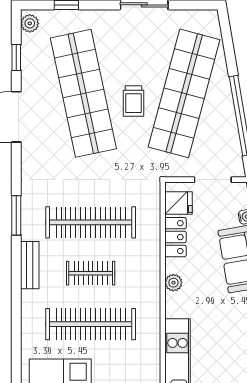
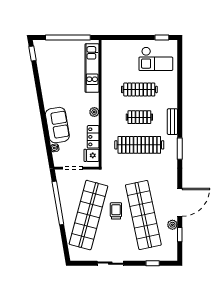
plant: (30, 23) -> (172, 225), moved
clothes rail: (91, 324) -> (139, 89), width x0.73, depth x0.76

